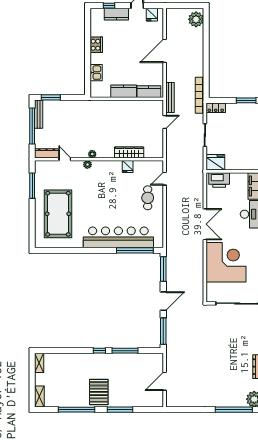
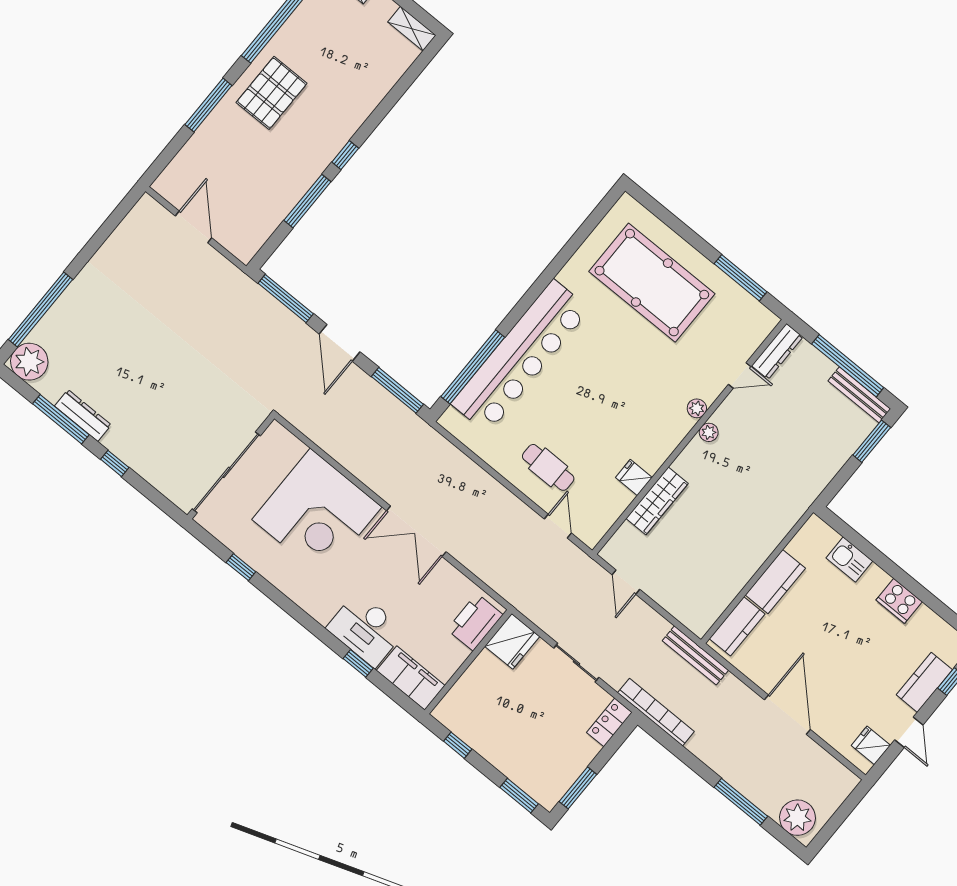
window: (206, 43) -> (741, 802), added
door: (165, 122) -> (626, 582), moved
pallet: (99, 392) -> (272, 93), turned 90

